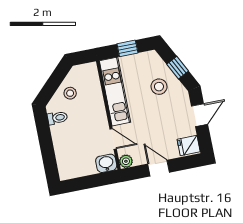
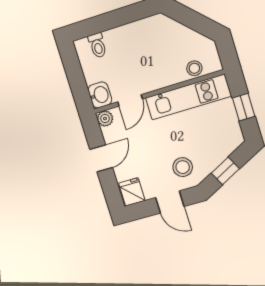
stool: (159, 87) -> (183, 167), moved
stool: (70, 93) -> (194, 68), moved
toilet: (57, 118) -> (97, 45), moved

